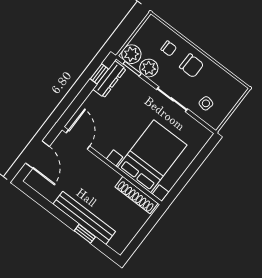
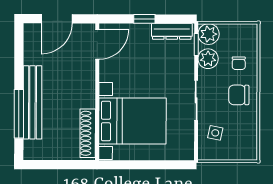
chair: (192, 66) -> (239, 95), turned 89
window: (99, 74) -> (144, 19), moved
window: (85, 234) -> (19, 114), width x2.17

